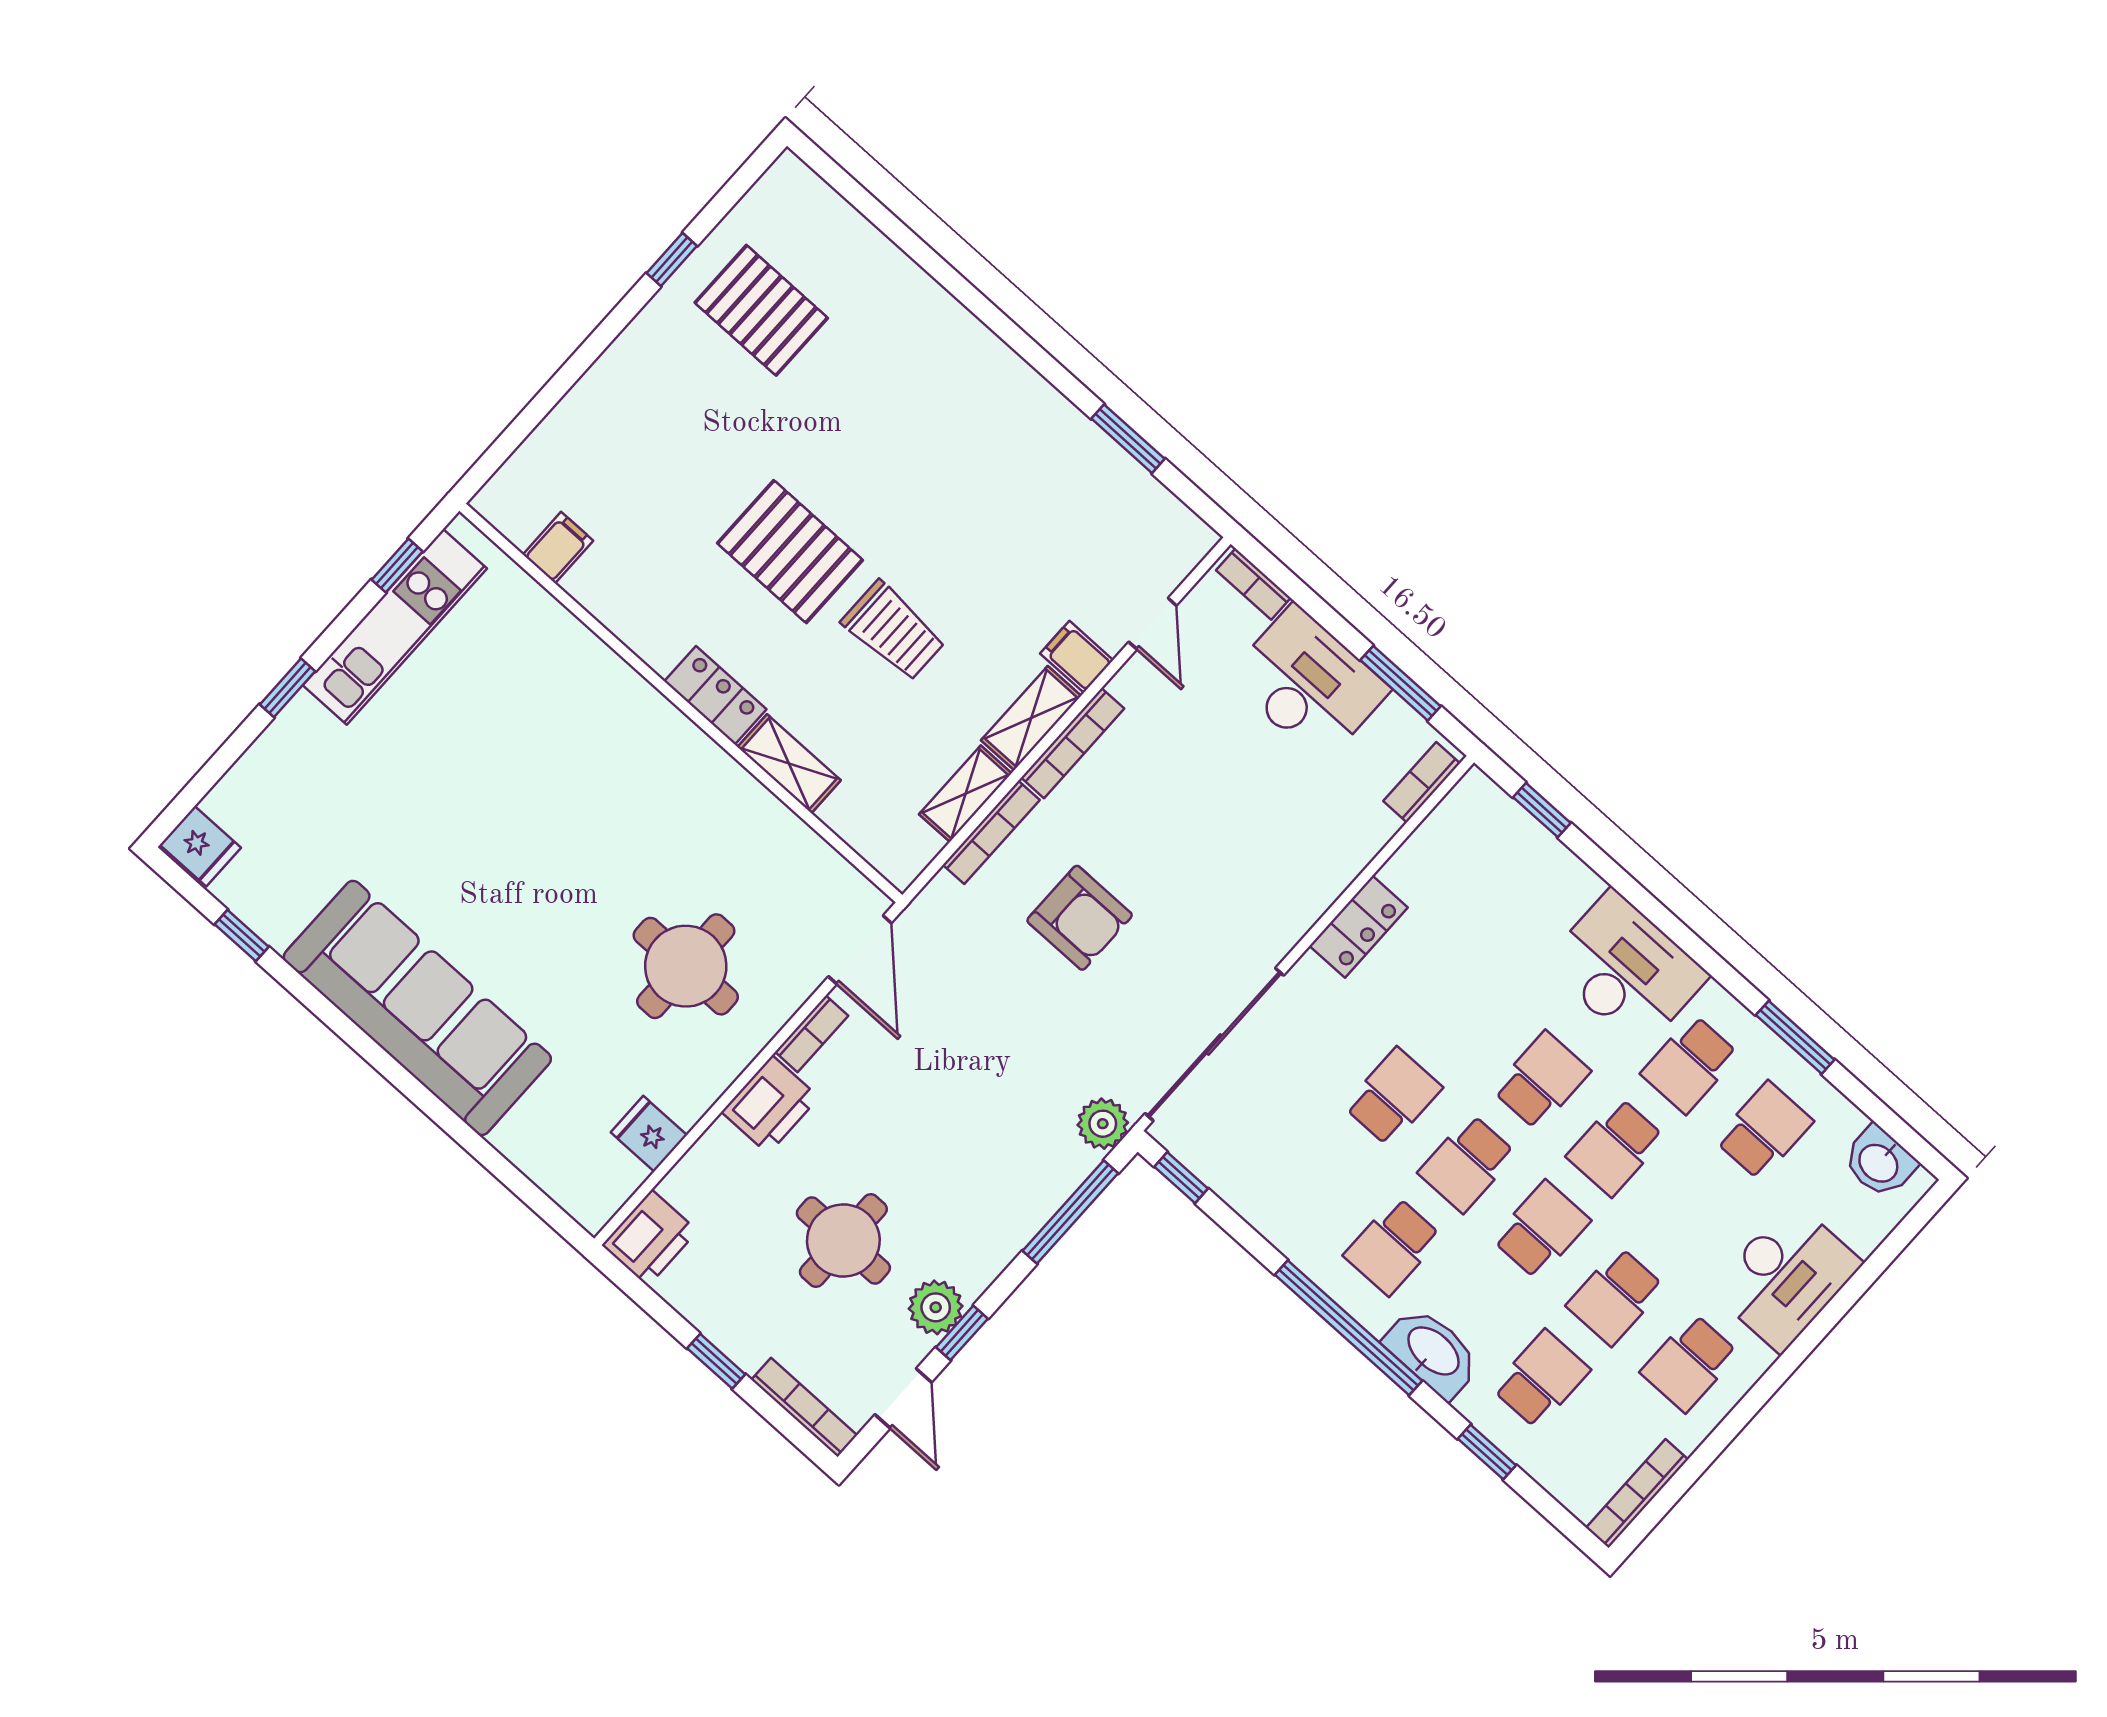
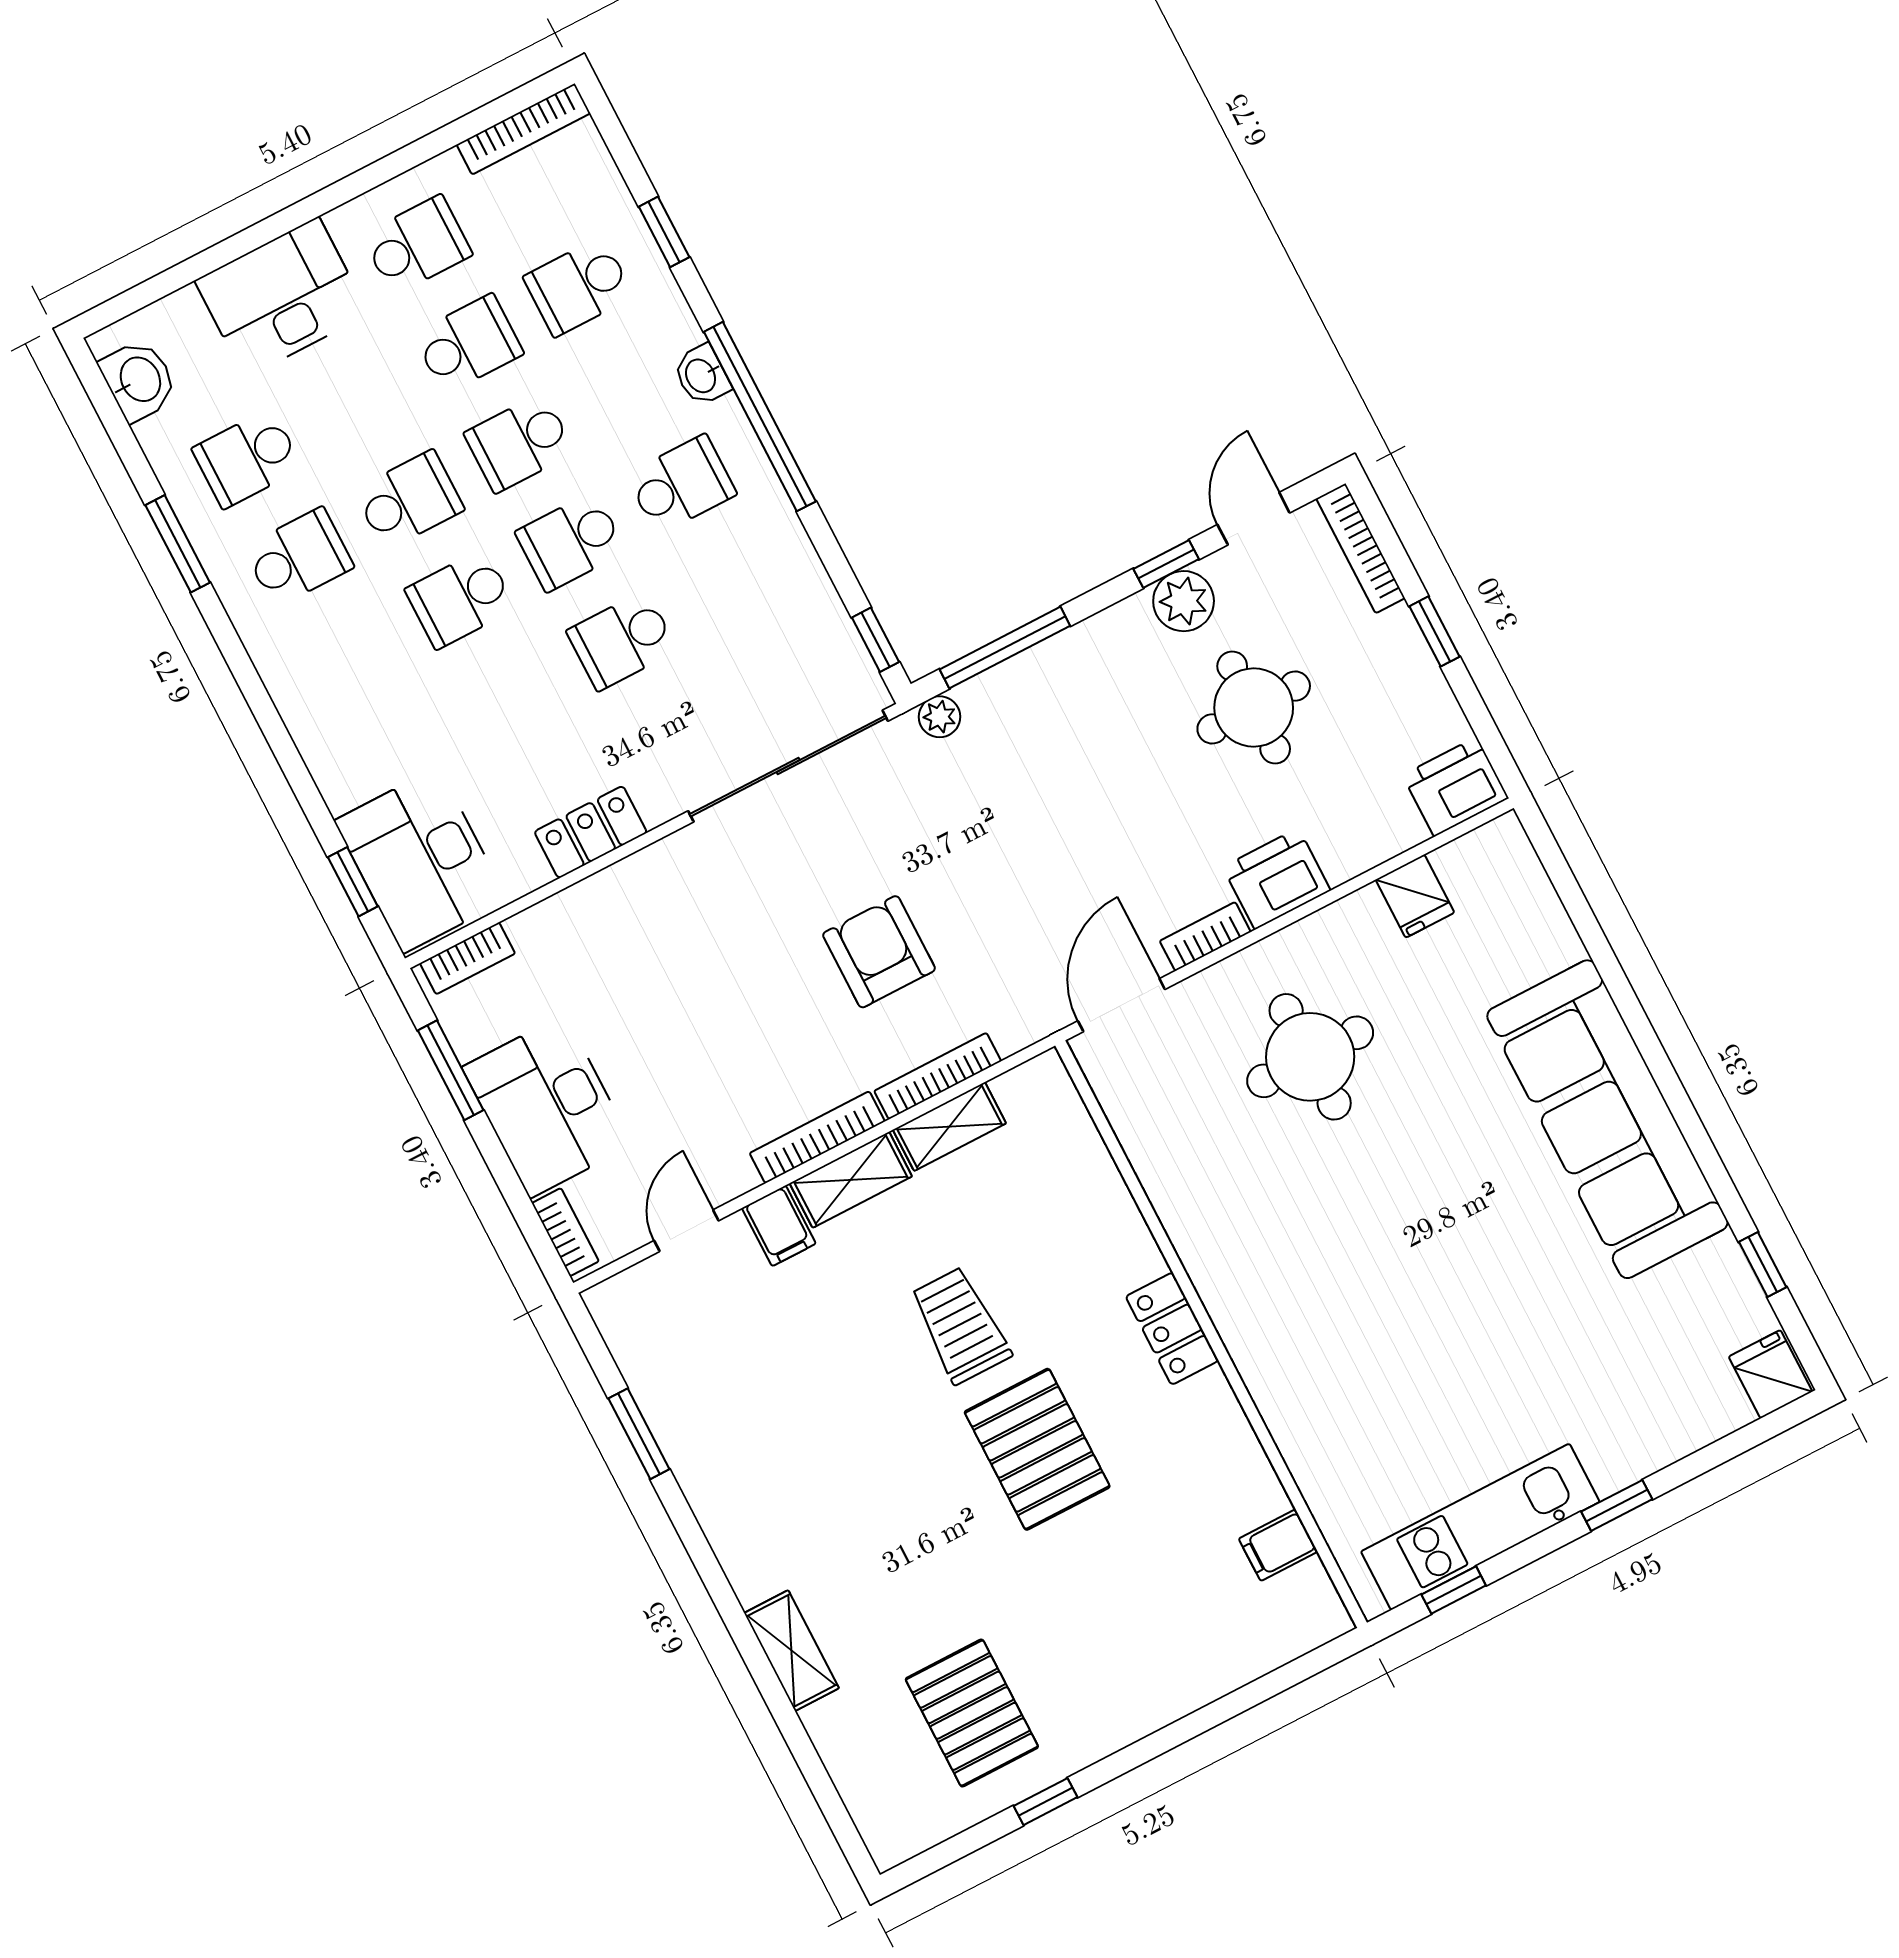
shelving: (789, 764) -> (792, 1651), moved
desk: (1626, 970) -> (421, 860), moved
plant: (1103, 1124) -> (940, 717), width x0.73, depth x0.73
school desk: (1467, 1163) -> (571, 542), turned 180
washbasin: (1432, 1352) -> (702, 375), width x0.52, depth x0.69

